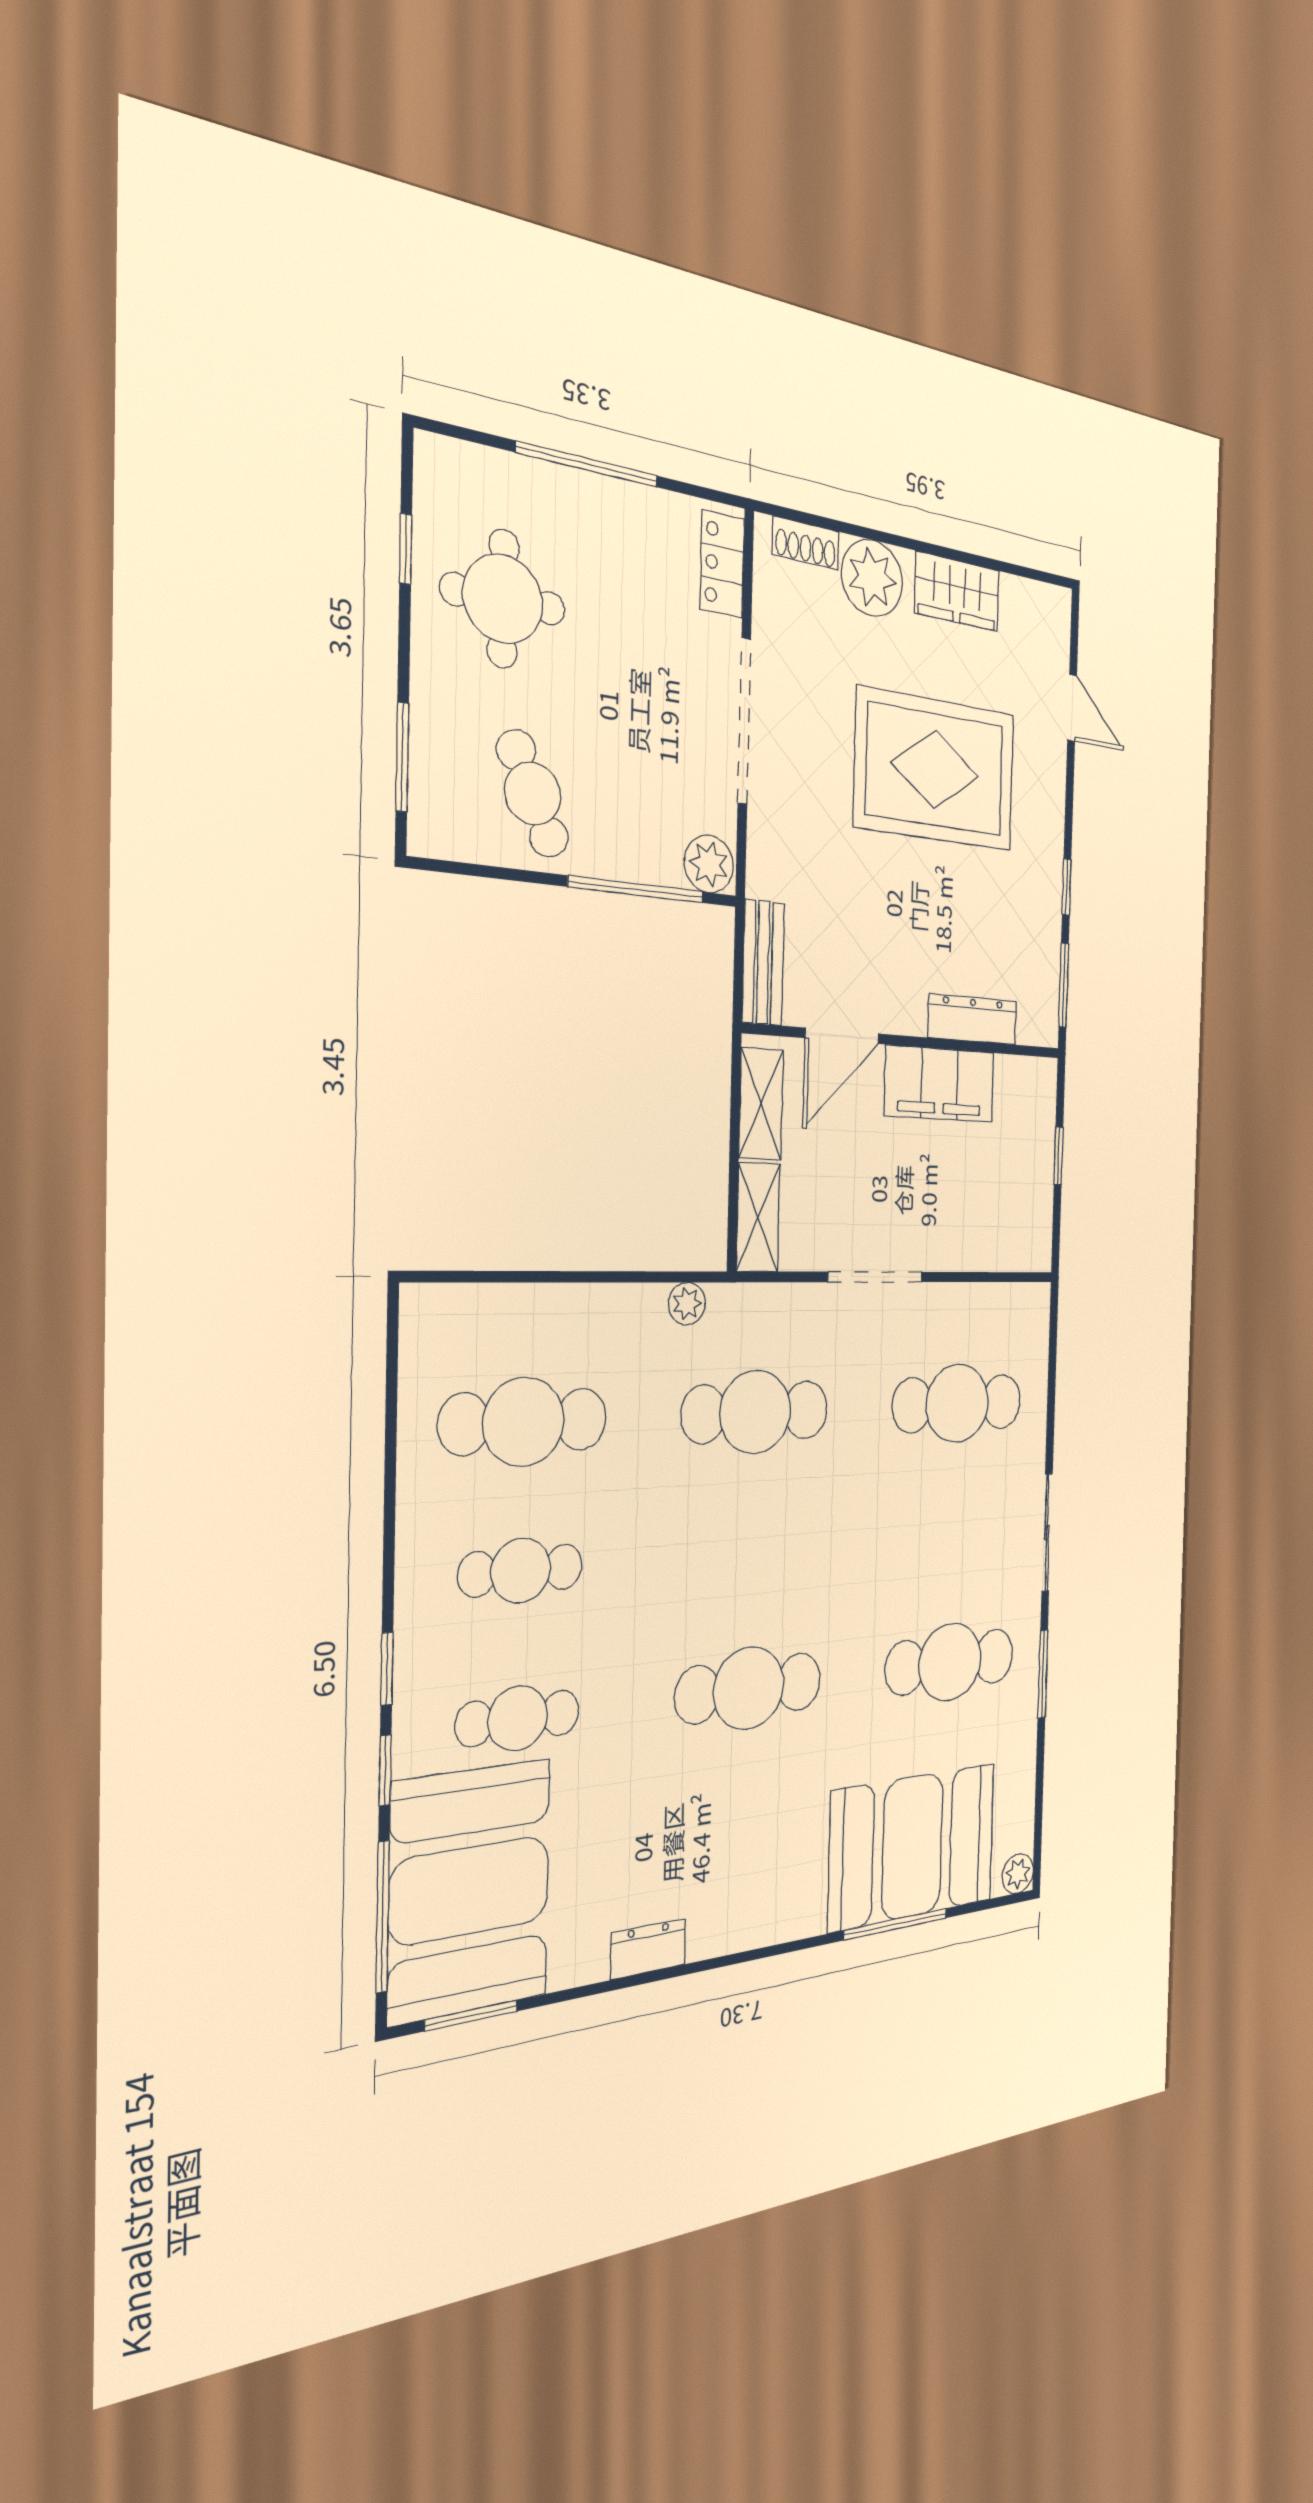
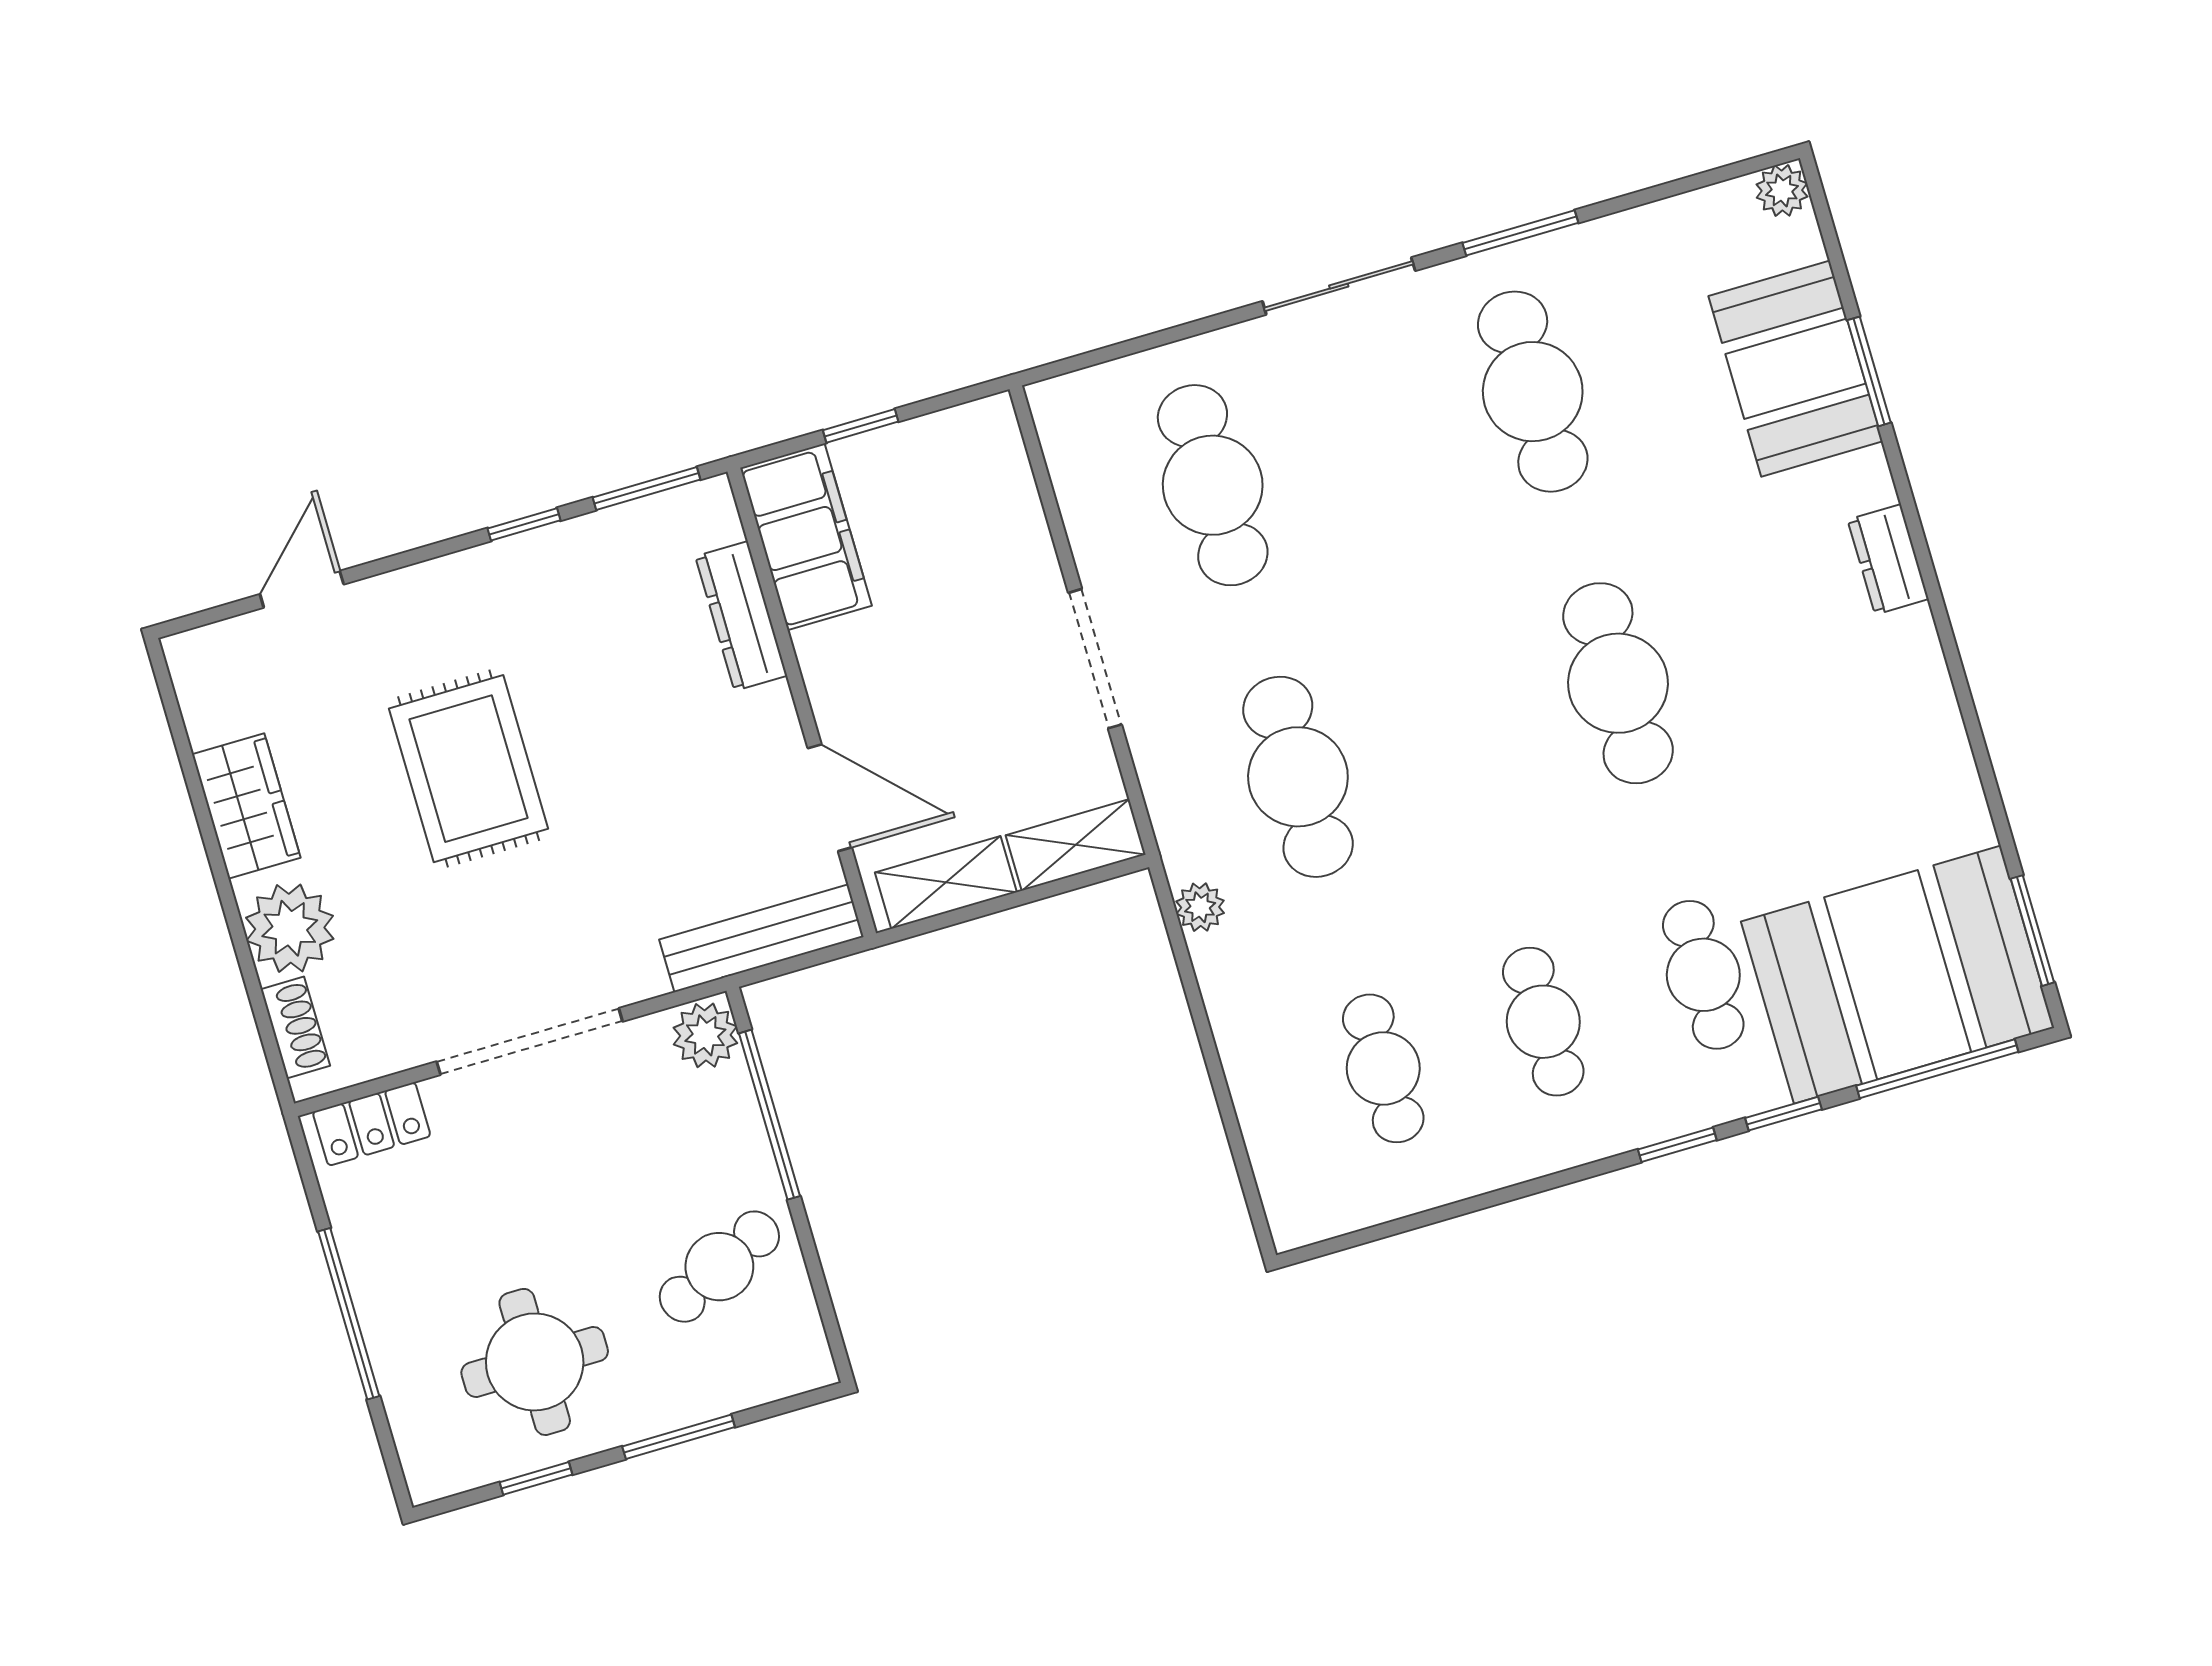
window: (402, 757) -> (679, 1437), moved
rug: (935, 770) -> (469, 769), width x0.73, depth x0.69
bench: (763, 963) -> (762, 938), width x1.36
filing cabinet: (940, 1084) -> (806, 537), moved
cafe table: (524, 1422) -> (1383, 1068), width x0.73, depth x0.74
booth: (912, 1846) -> (1796, 369), width x0.73, depth x0.70
window: (896, 1924) -> (1869, 371), width x0.69
dresser: (648, 1949) -> (1888, 559), moved

